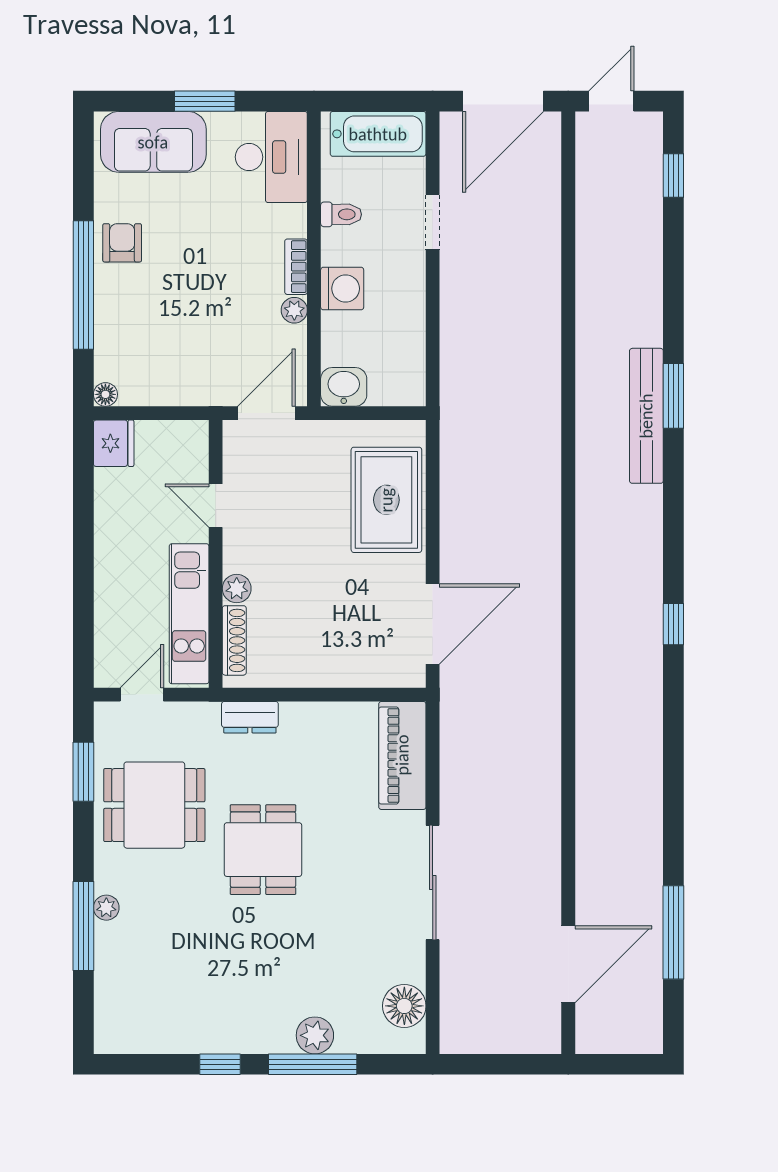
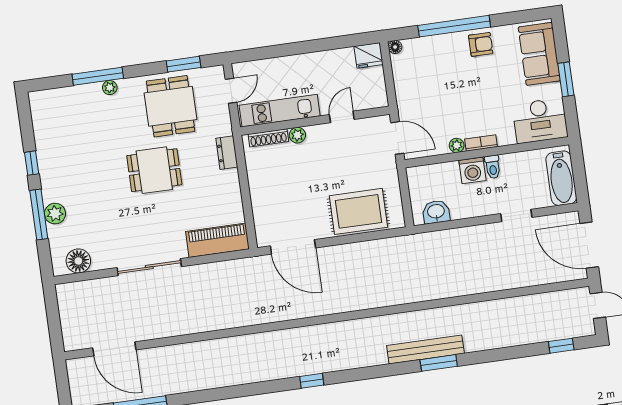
toilet: (341, 214) -> (493, 167), moved
washbasin: (344, 387) -> (436, 212), moved, turned -90
door: (142, 695) -> (231, 91), hinge flipped

